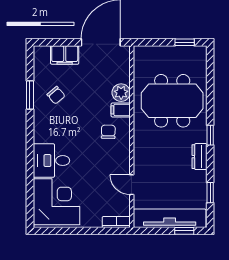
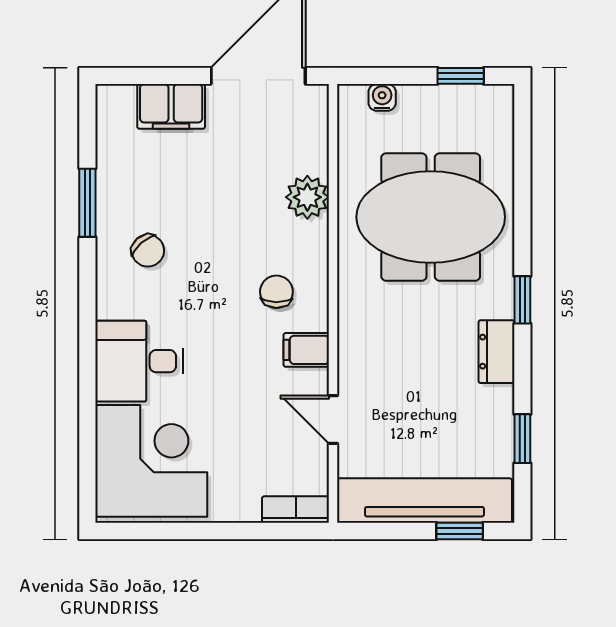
water cooler: (152, 51) -> (382, 97), added
chair: (56, 95) -> (148, 251), moved
filing cabinet: (121, 110) -> (306, 350), moved

